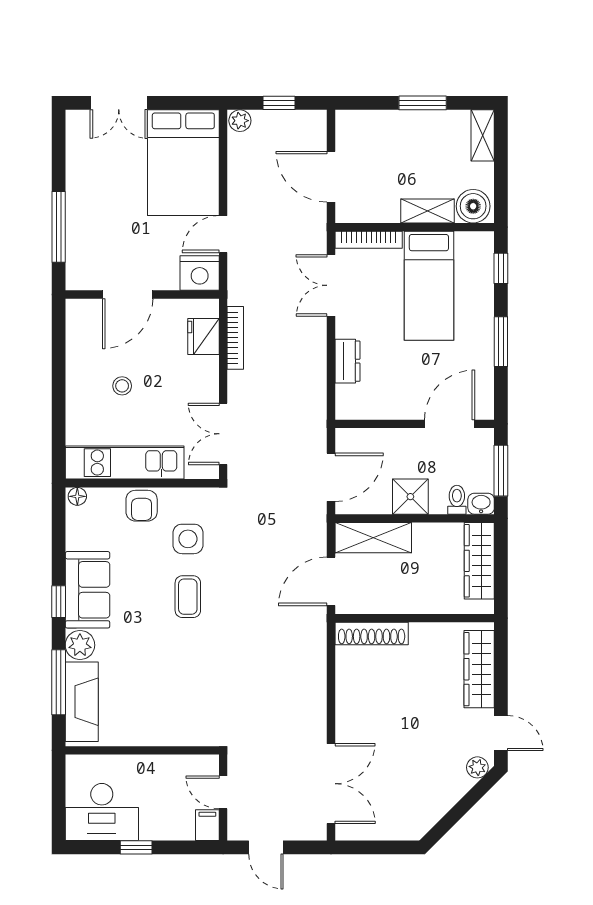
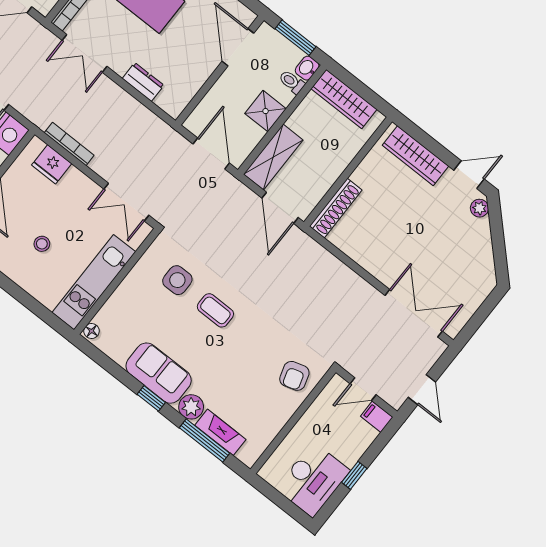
armchair: (142, 506) -> (294, 376), moved, turned 73
fireplace: (82, 702) -> (220, 432), width x0.73, depth x0.76
door: (266, 847) -> (422, 390), hinge flipped

